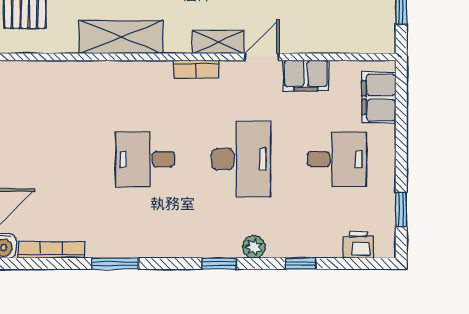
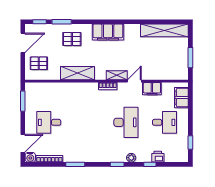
desk: (145, 159) -> (49, 122), moved
printer: (358, 244) -> (158, 157), moved

